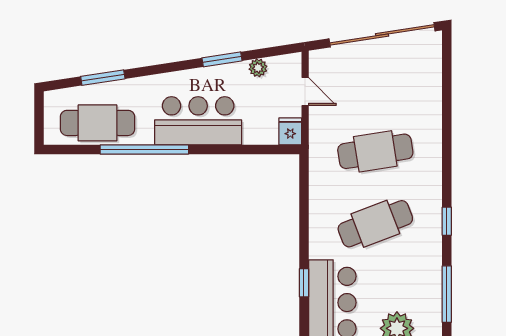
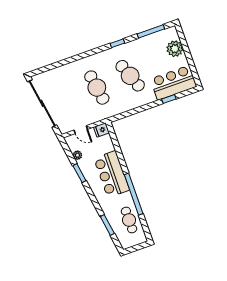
door: (305, 91) -> (81, 130), swing flipped
cafe table: (98, 123) -> (129, 220), width x0.73, depth x0.74

